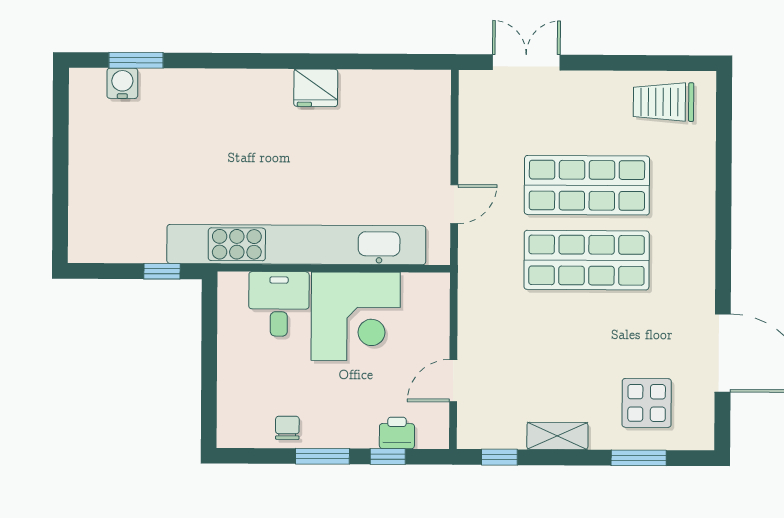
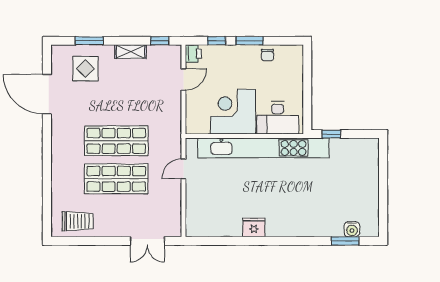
desk: (279, 304) -> (278, 118), width x1.37
printer: (397, 433) -> (193, 54), moved, turned -90

